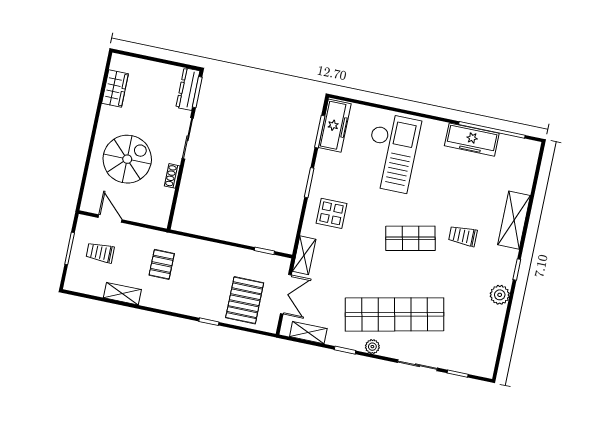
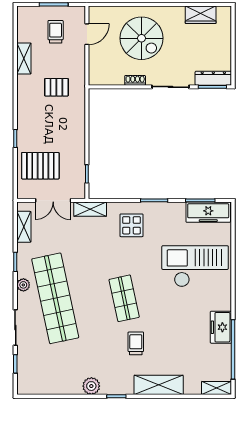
freezer: (472, 140) -> (221, 327), width x0.71
checkout: (391, 153) -> (195, 266), turned 180
shelving: (531, 157) -> (216, 388), added

